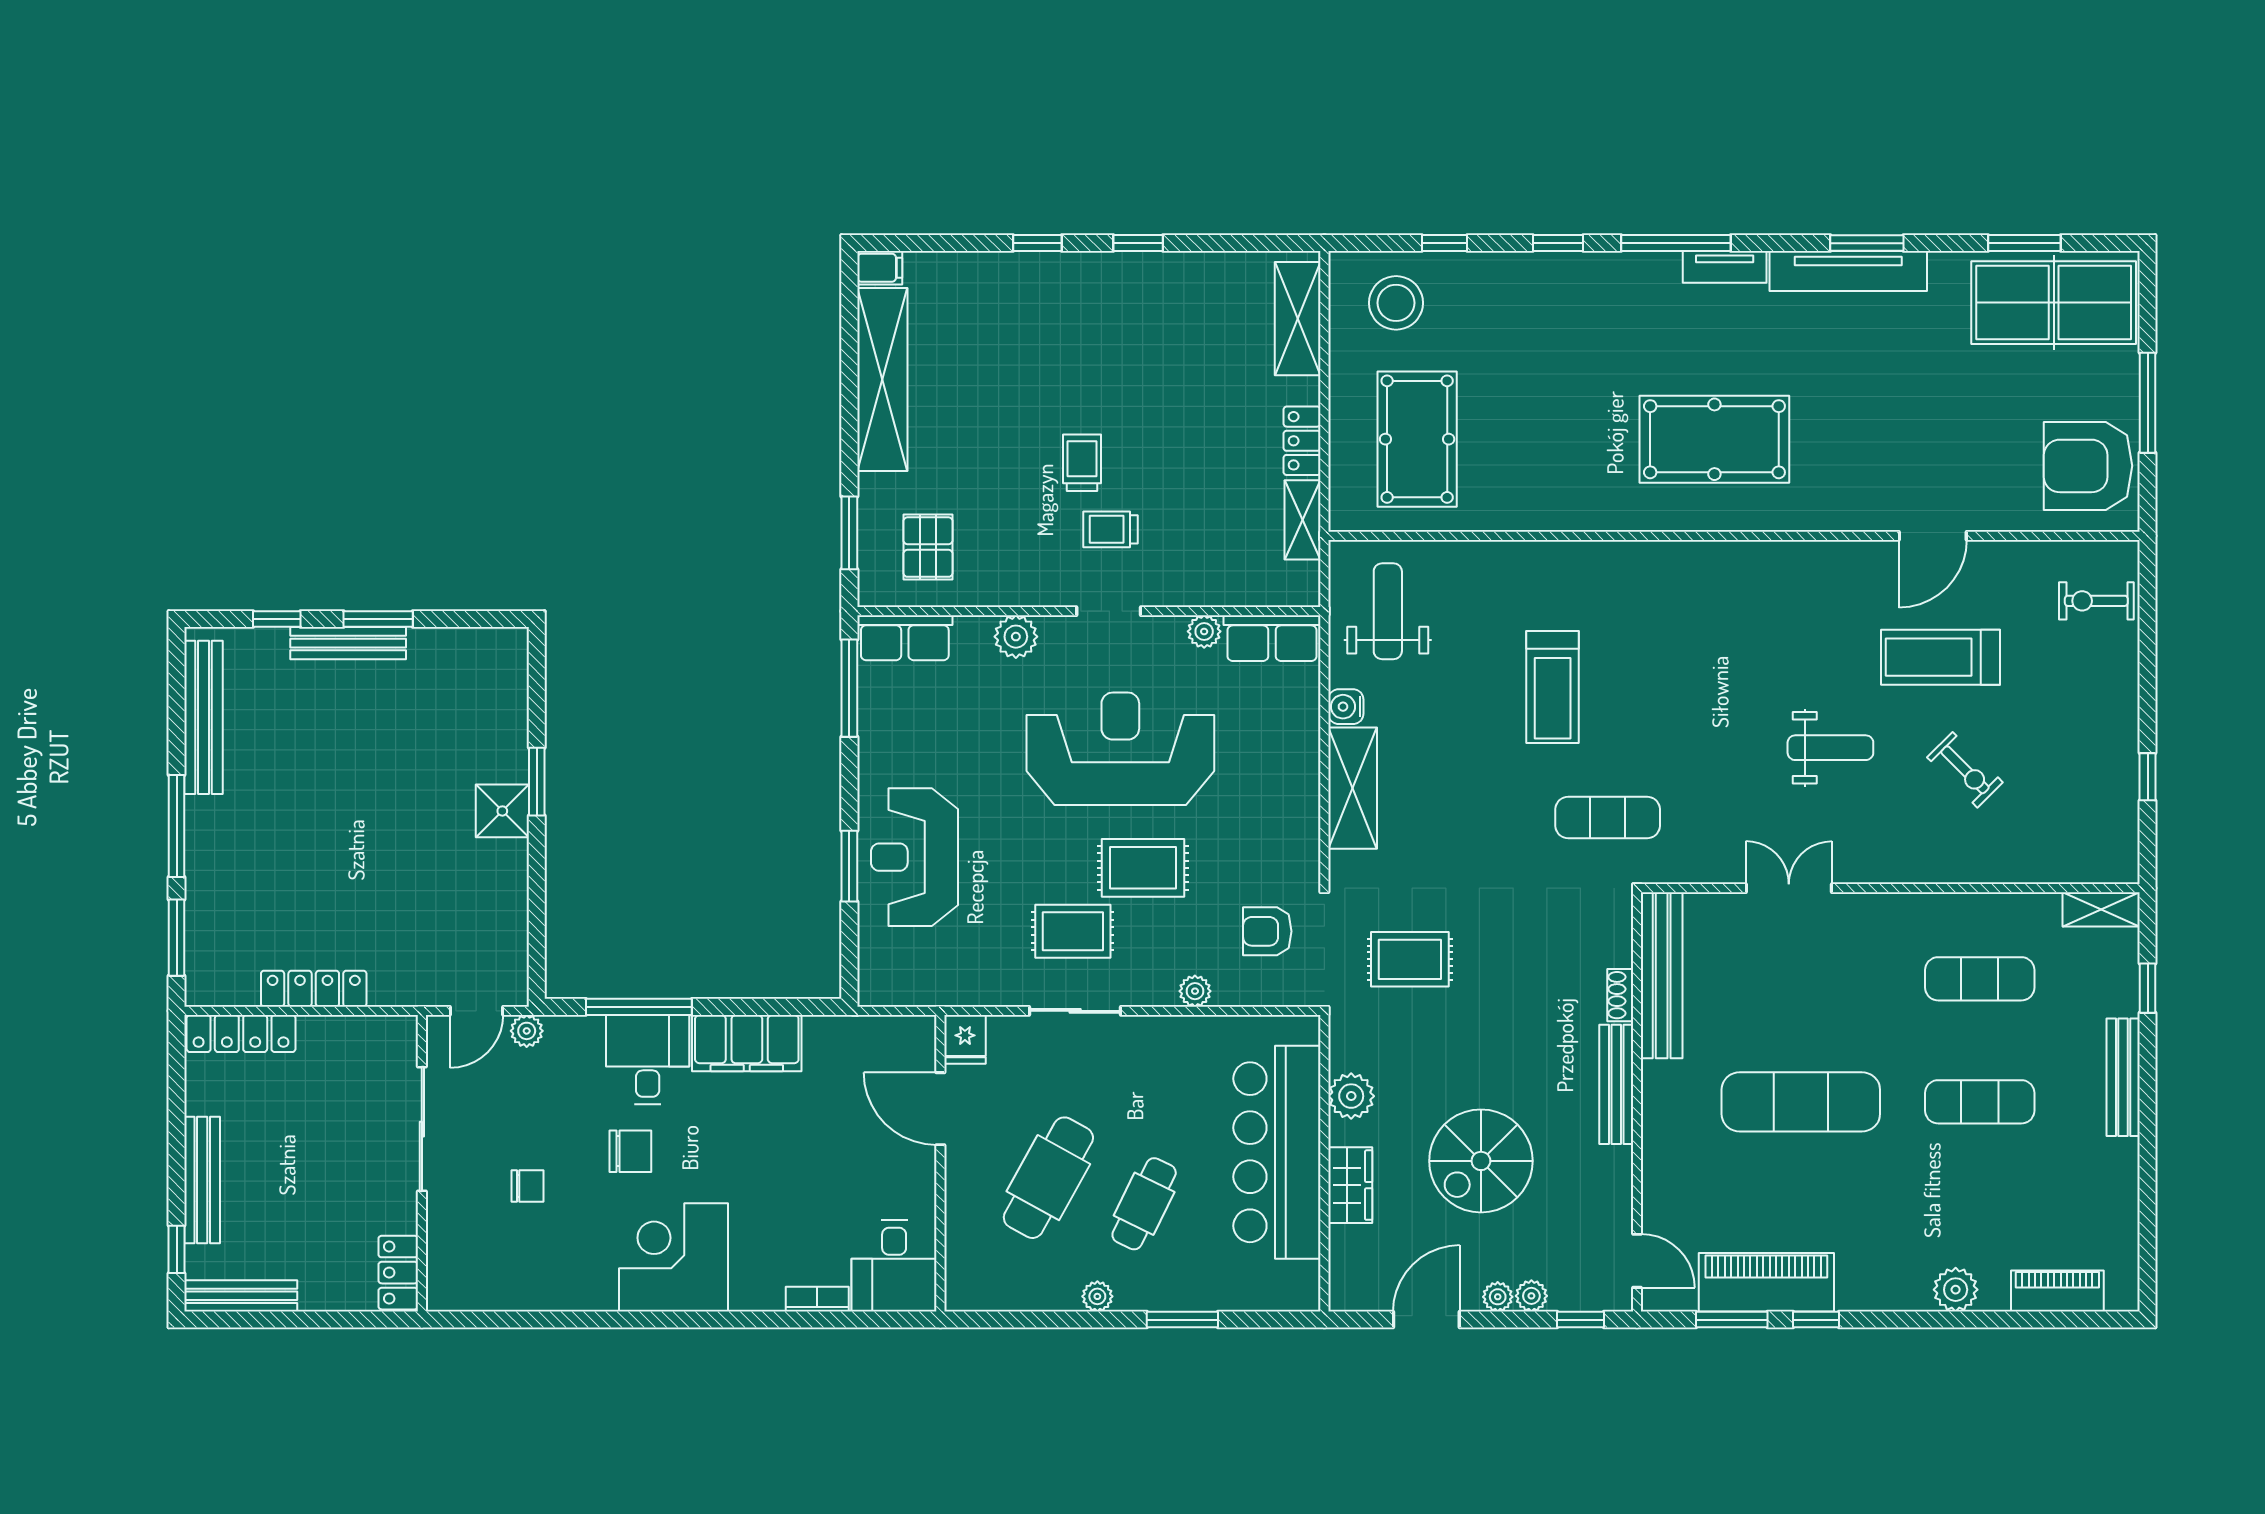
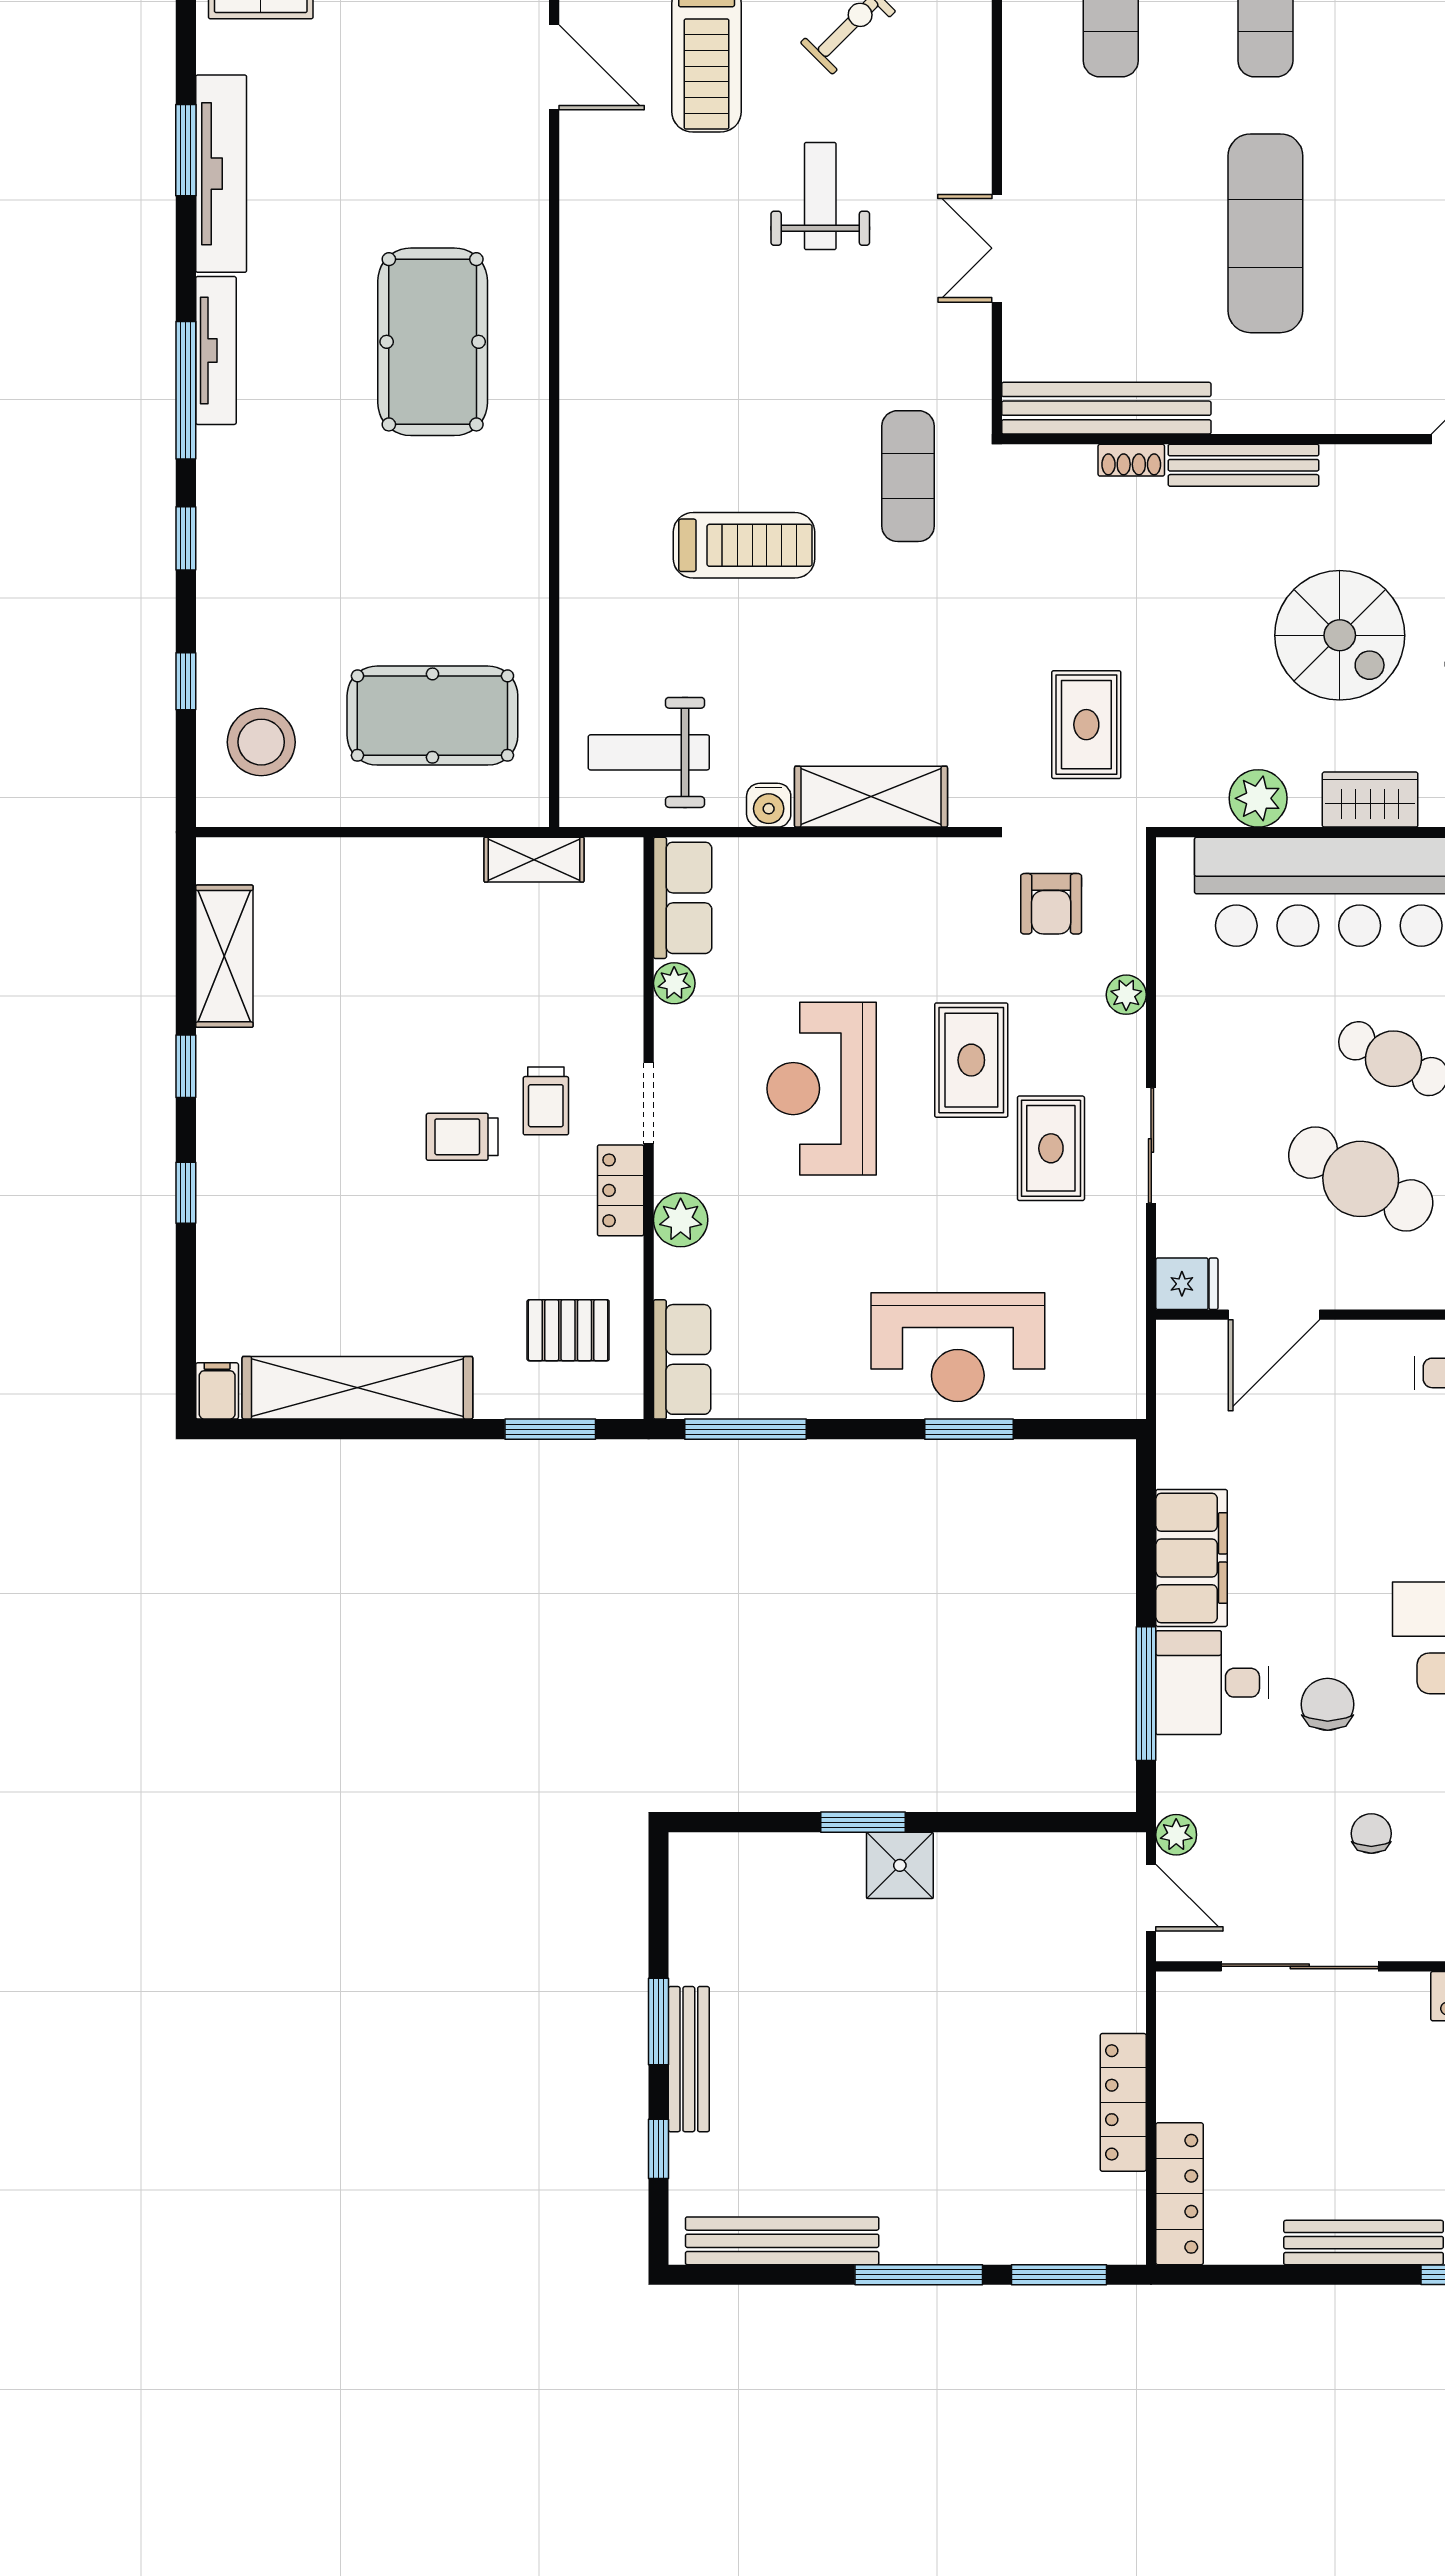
tv unit: (1725, 267) -> (216, 350), width x1.41
shelving: (1298, 319) -> (224, 956), moved, turned 90
locker: (1302, 441) -> (621, 1190), moved, turned 90
reception desk: (1120, 749) -> (822, 1089), width x0.74, depth x0.77

